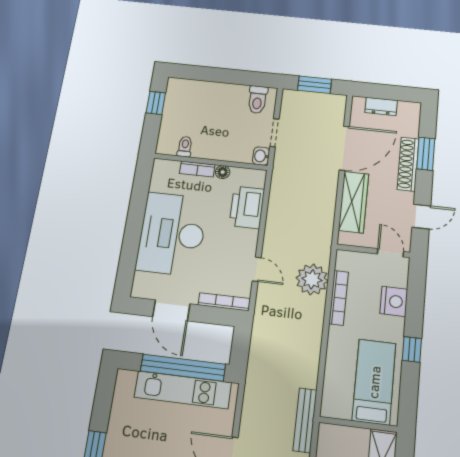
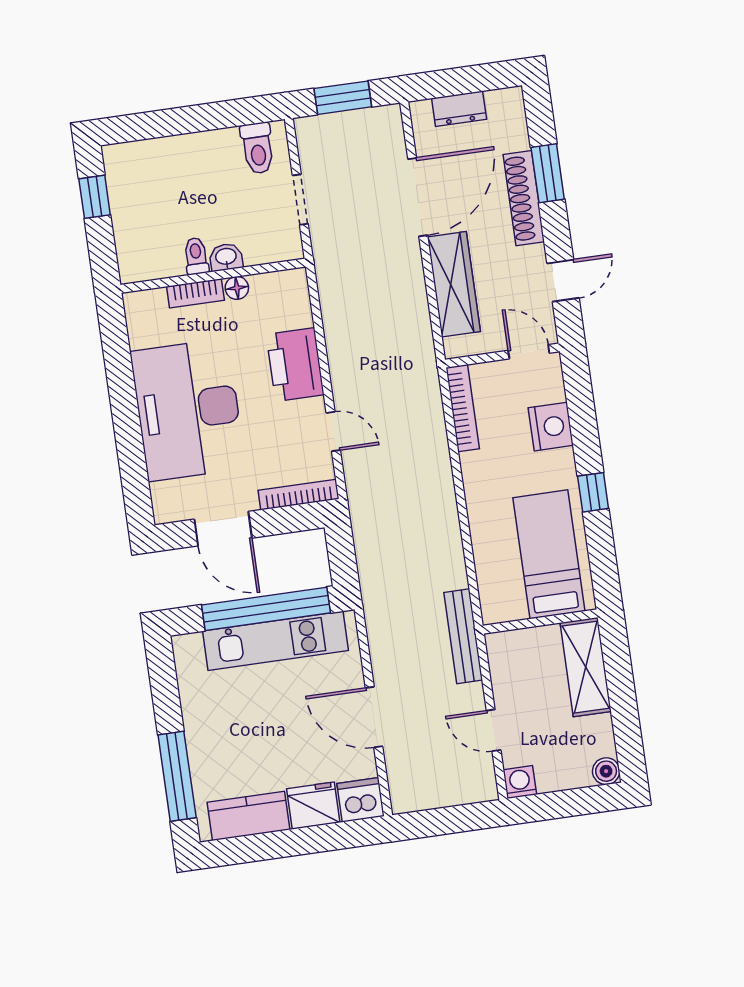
toilet: (185, 147) -> (196, 256), moved
washbasin: (261, 156) -> (226, 257), moved, turned 90
printer: (247, 207) -> (295, 365), moved
plant: (312, 279) -> (421, 425), removed
bookcase: (339, 298) -> (463, 408), moved

